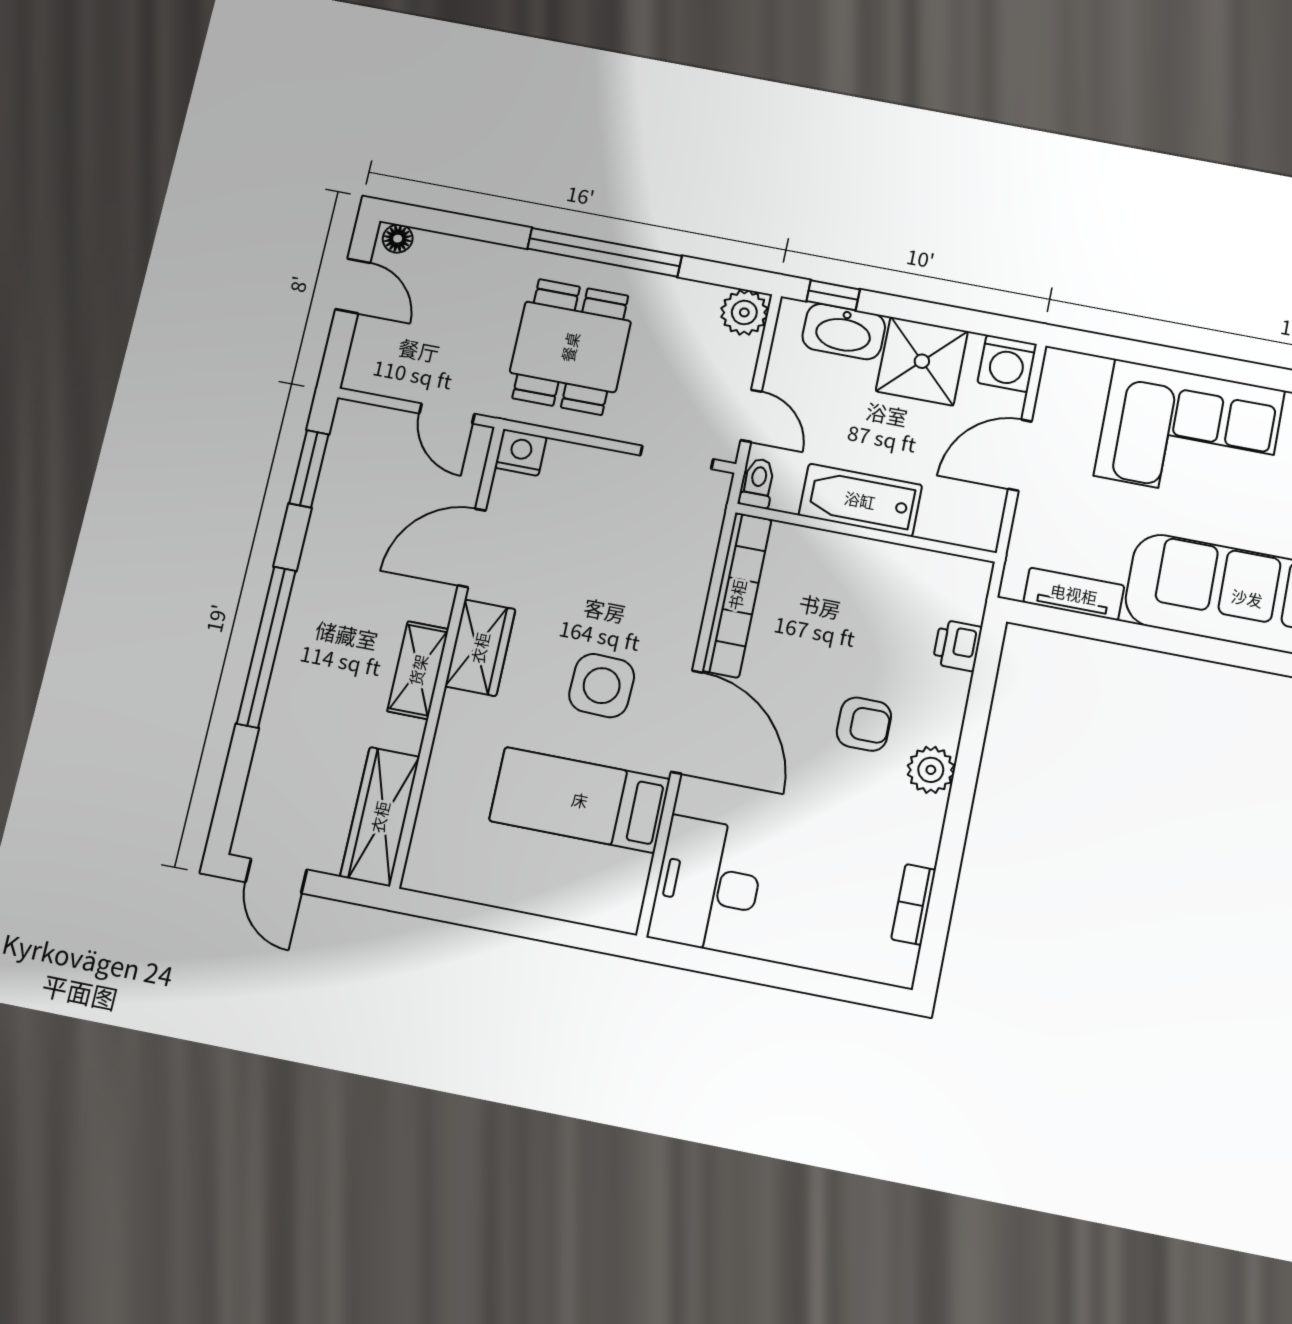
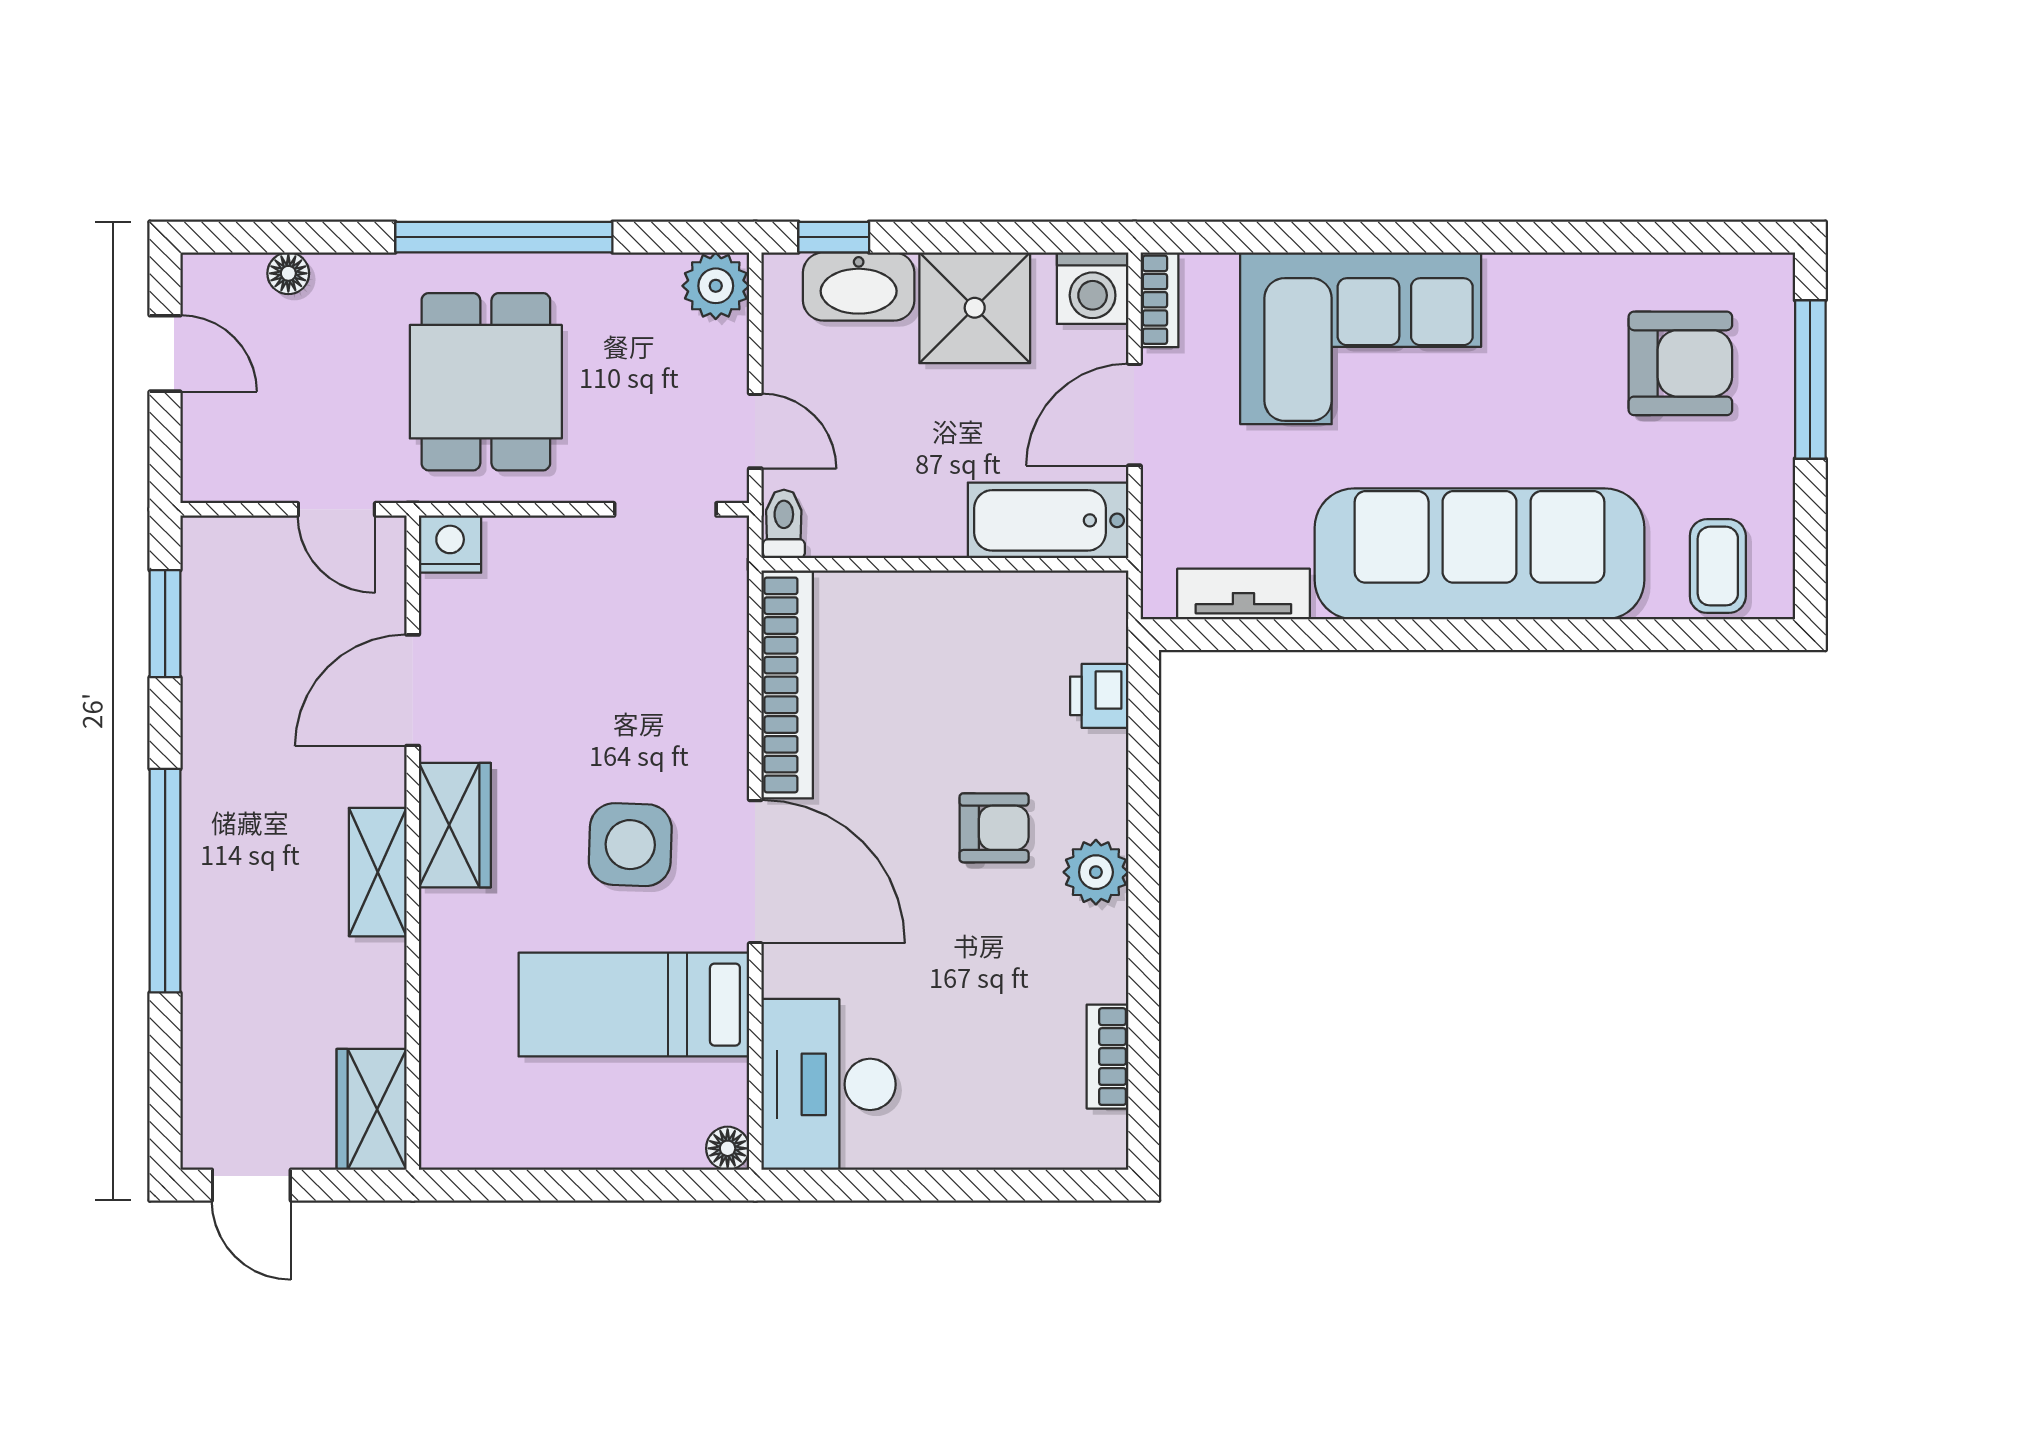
floor lamp: (398, 239) -> (288, 273), moved
bookcase: (1053, 380) -> (1160, 300), added
bathtub: (860, 500) -> (1048, 520), moved
wardrobe: (380, 817) -> (372, 1109), width x0.67
floor lamp: (625, 917) -> (728, 1148), added

